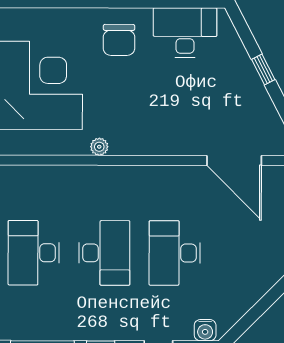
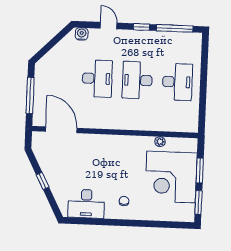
chair: (119, 40) -> (124, 201), width x0.54, depth x0.54
plant: (99, 147) -> (160, 142), moved

